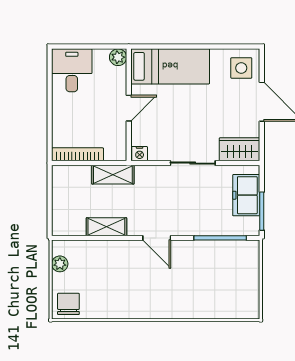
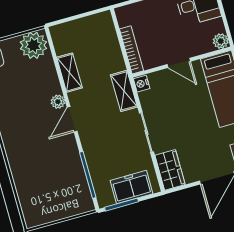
bookcase: (78, 154) -> (131, 50), moved
shelving: (113, 175) -> (124, 91), moved
plant: (134, 248) -> (58, 102), added
plant: (60, 264) -> (33, 45), width x1.88, depth x1.88

